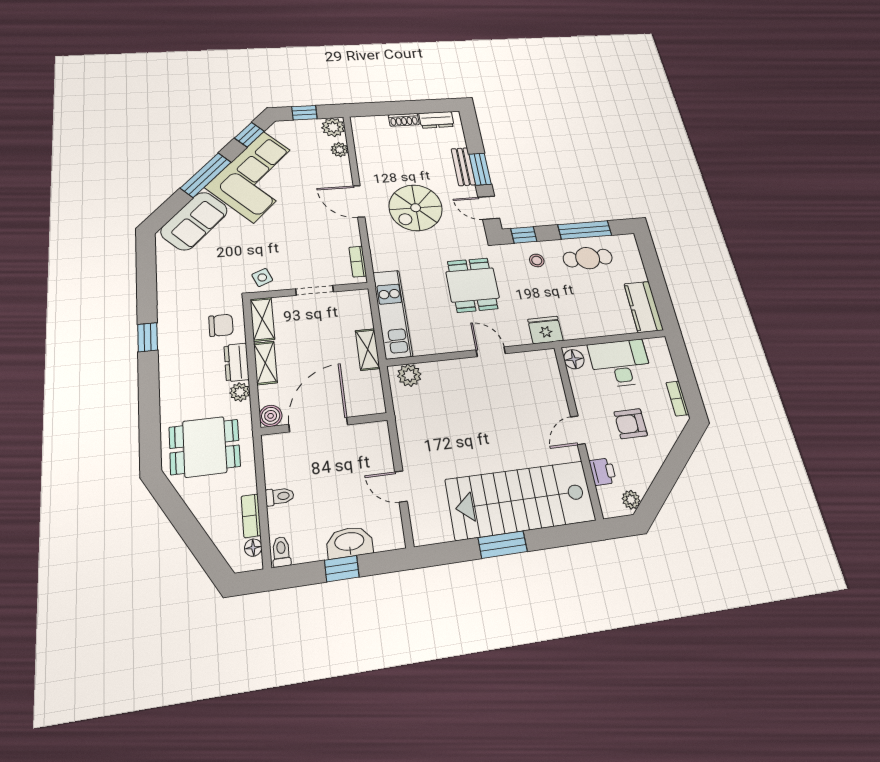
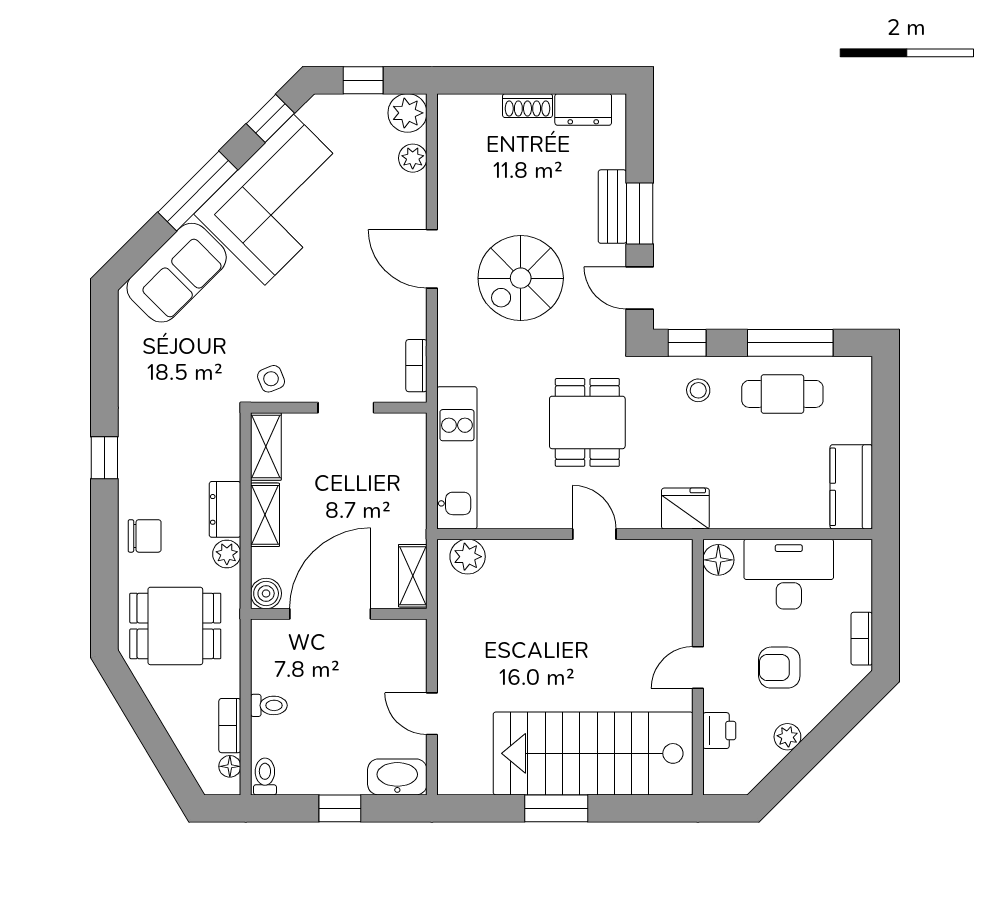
chair: (221, 325) -> (145, 536), moved
shelving: (368, 349) -> (413, 576), moved
plant: (631, 500) -> (787, 737), moved
washbasin: (349, 542) -> (397, 777), moved

